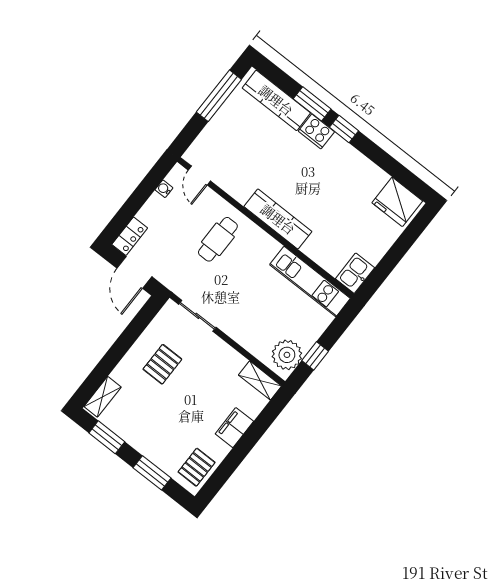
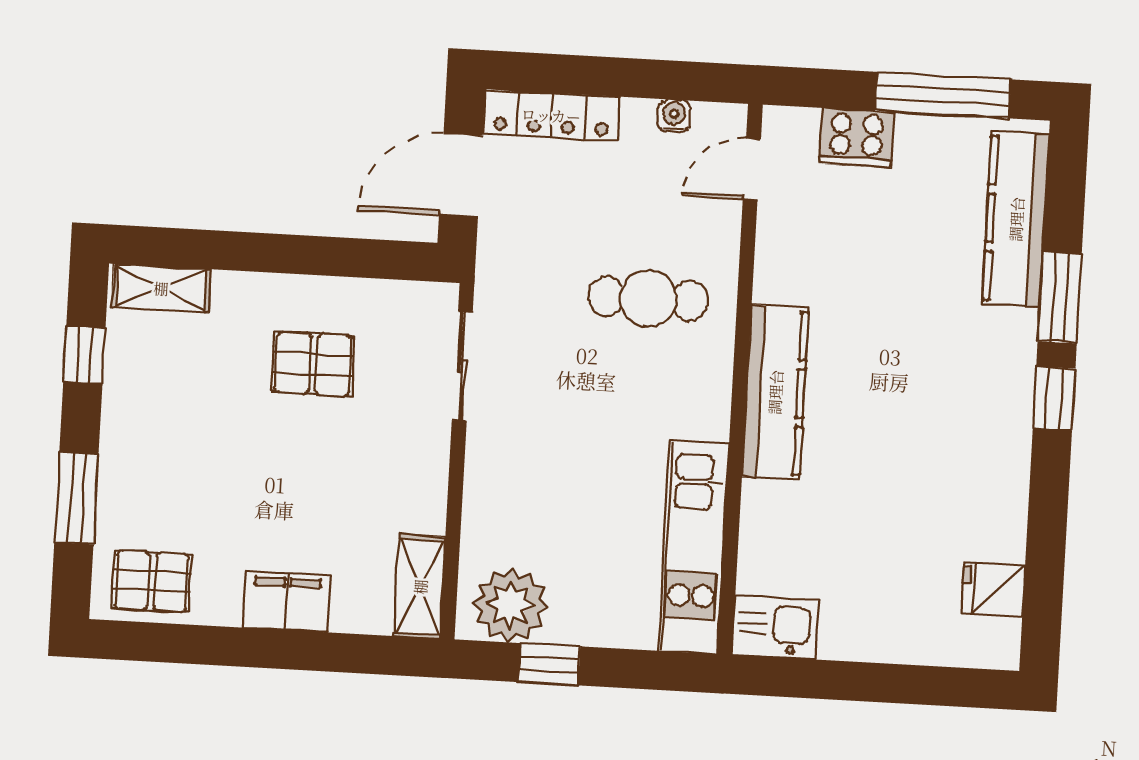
cooker: (316, 131) -> (856, 138), moved, turned -90
fridge: (397, 202) -> (993, 589), width x0.53, depth x0.75
locker: (130, 236) -> (551, 115), width x1.53
window: (107, 437) -> (84, 355), width x0.67

